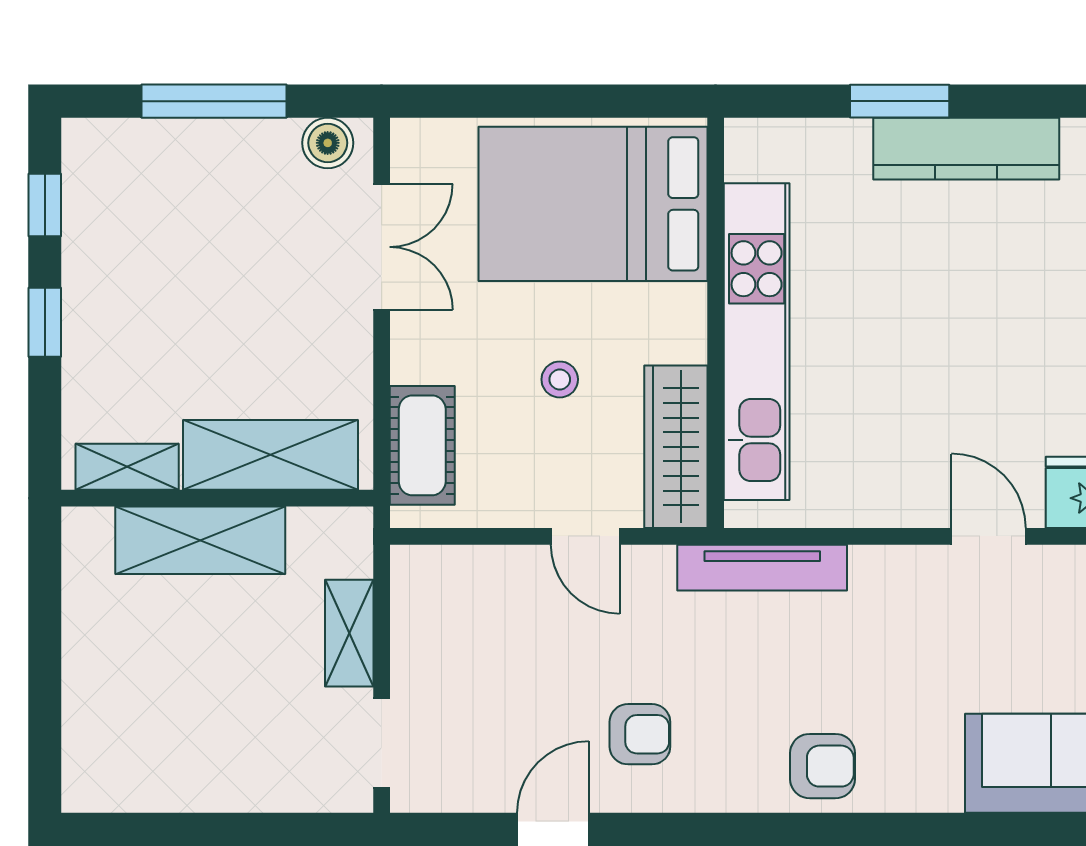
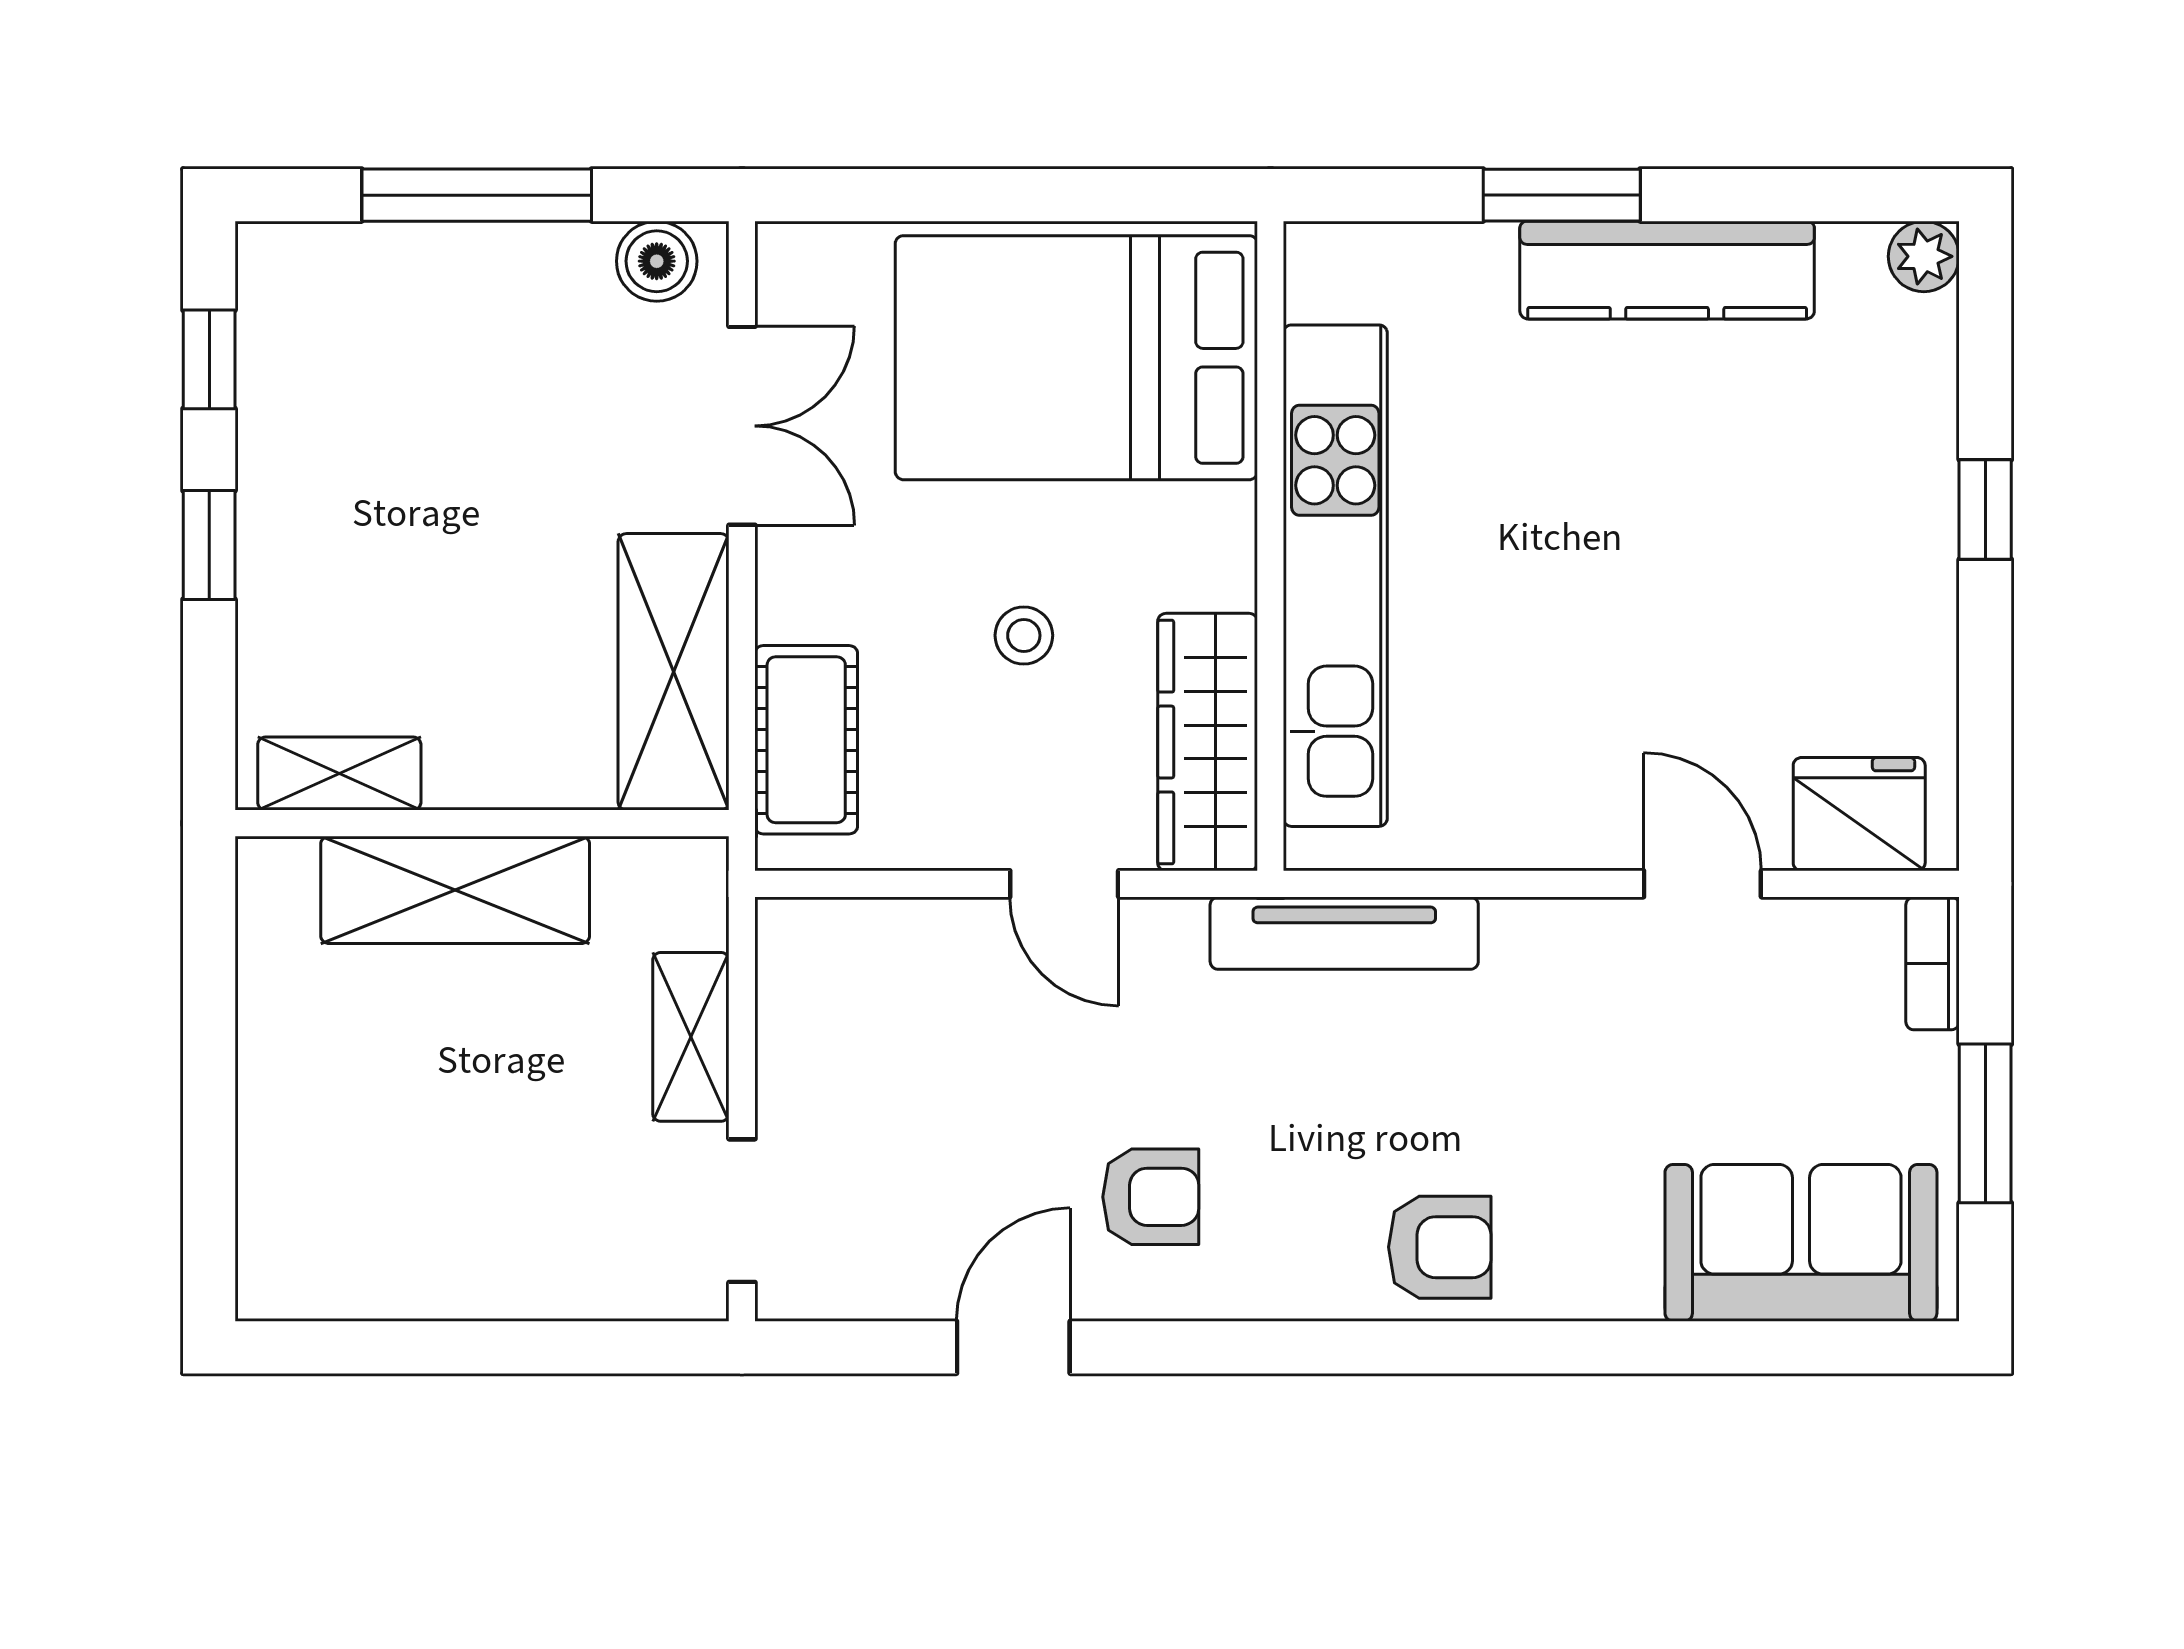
shelving: (271, 455) -> (674, 672), moved, turned 90

